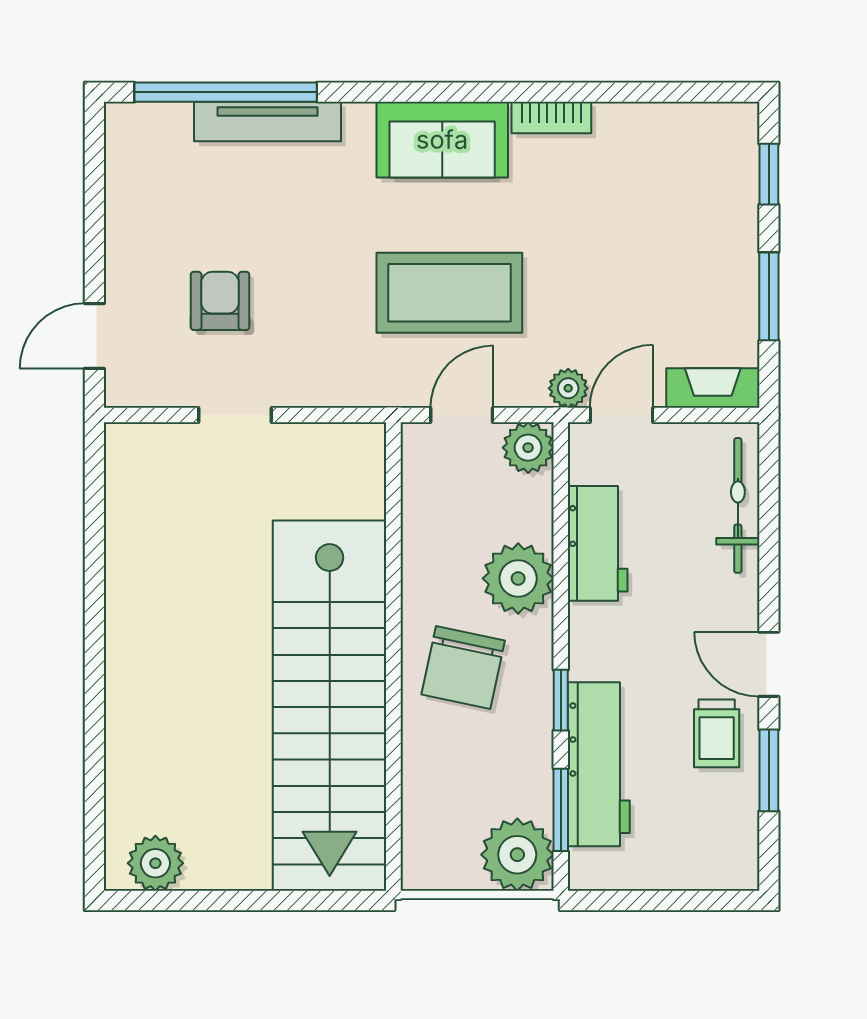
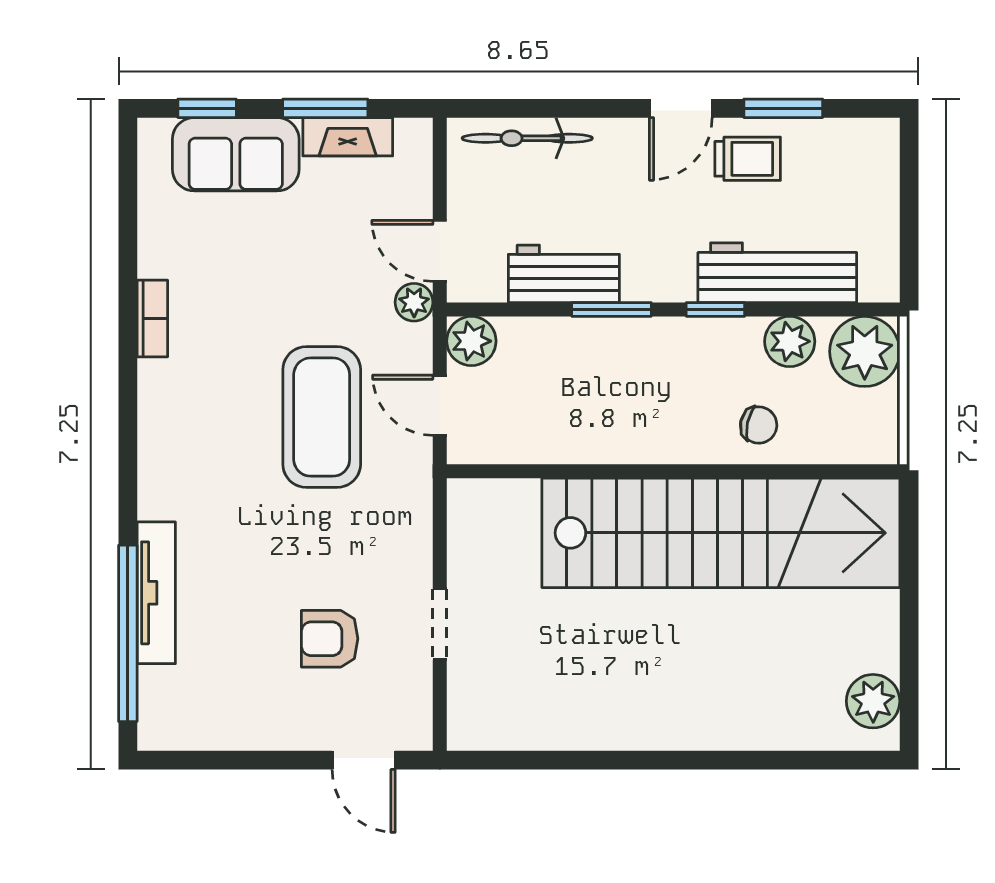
sofa: (442, 140) -> (236, 154), moved, turned 90
fireplace: (713, 388) -> (348, 137), moved, turned -90
plant: (518, 578) -> (790, 341), moved, width x0.73, depth x0.73
chair: (463, 668) -> (759, 425), moved, width x0.54, depth x0.54
window: (561, 810) -> (612, 309), moved

